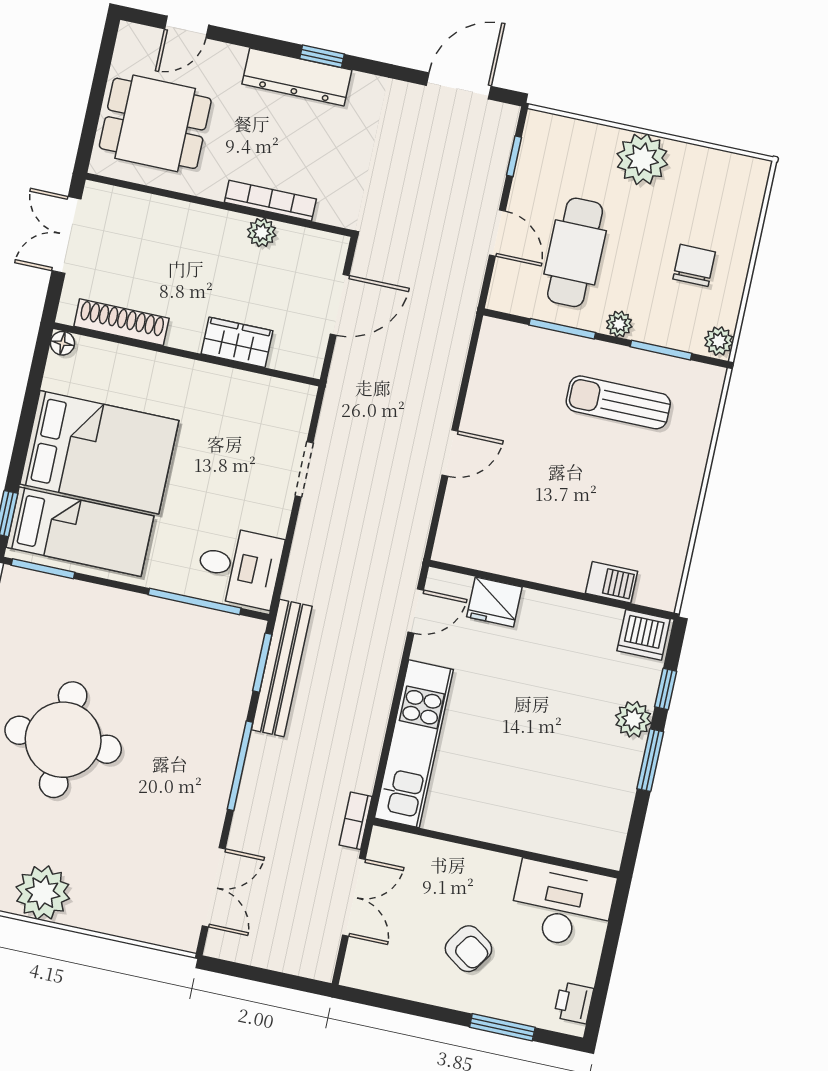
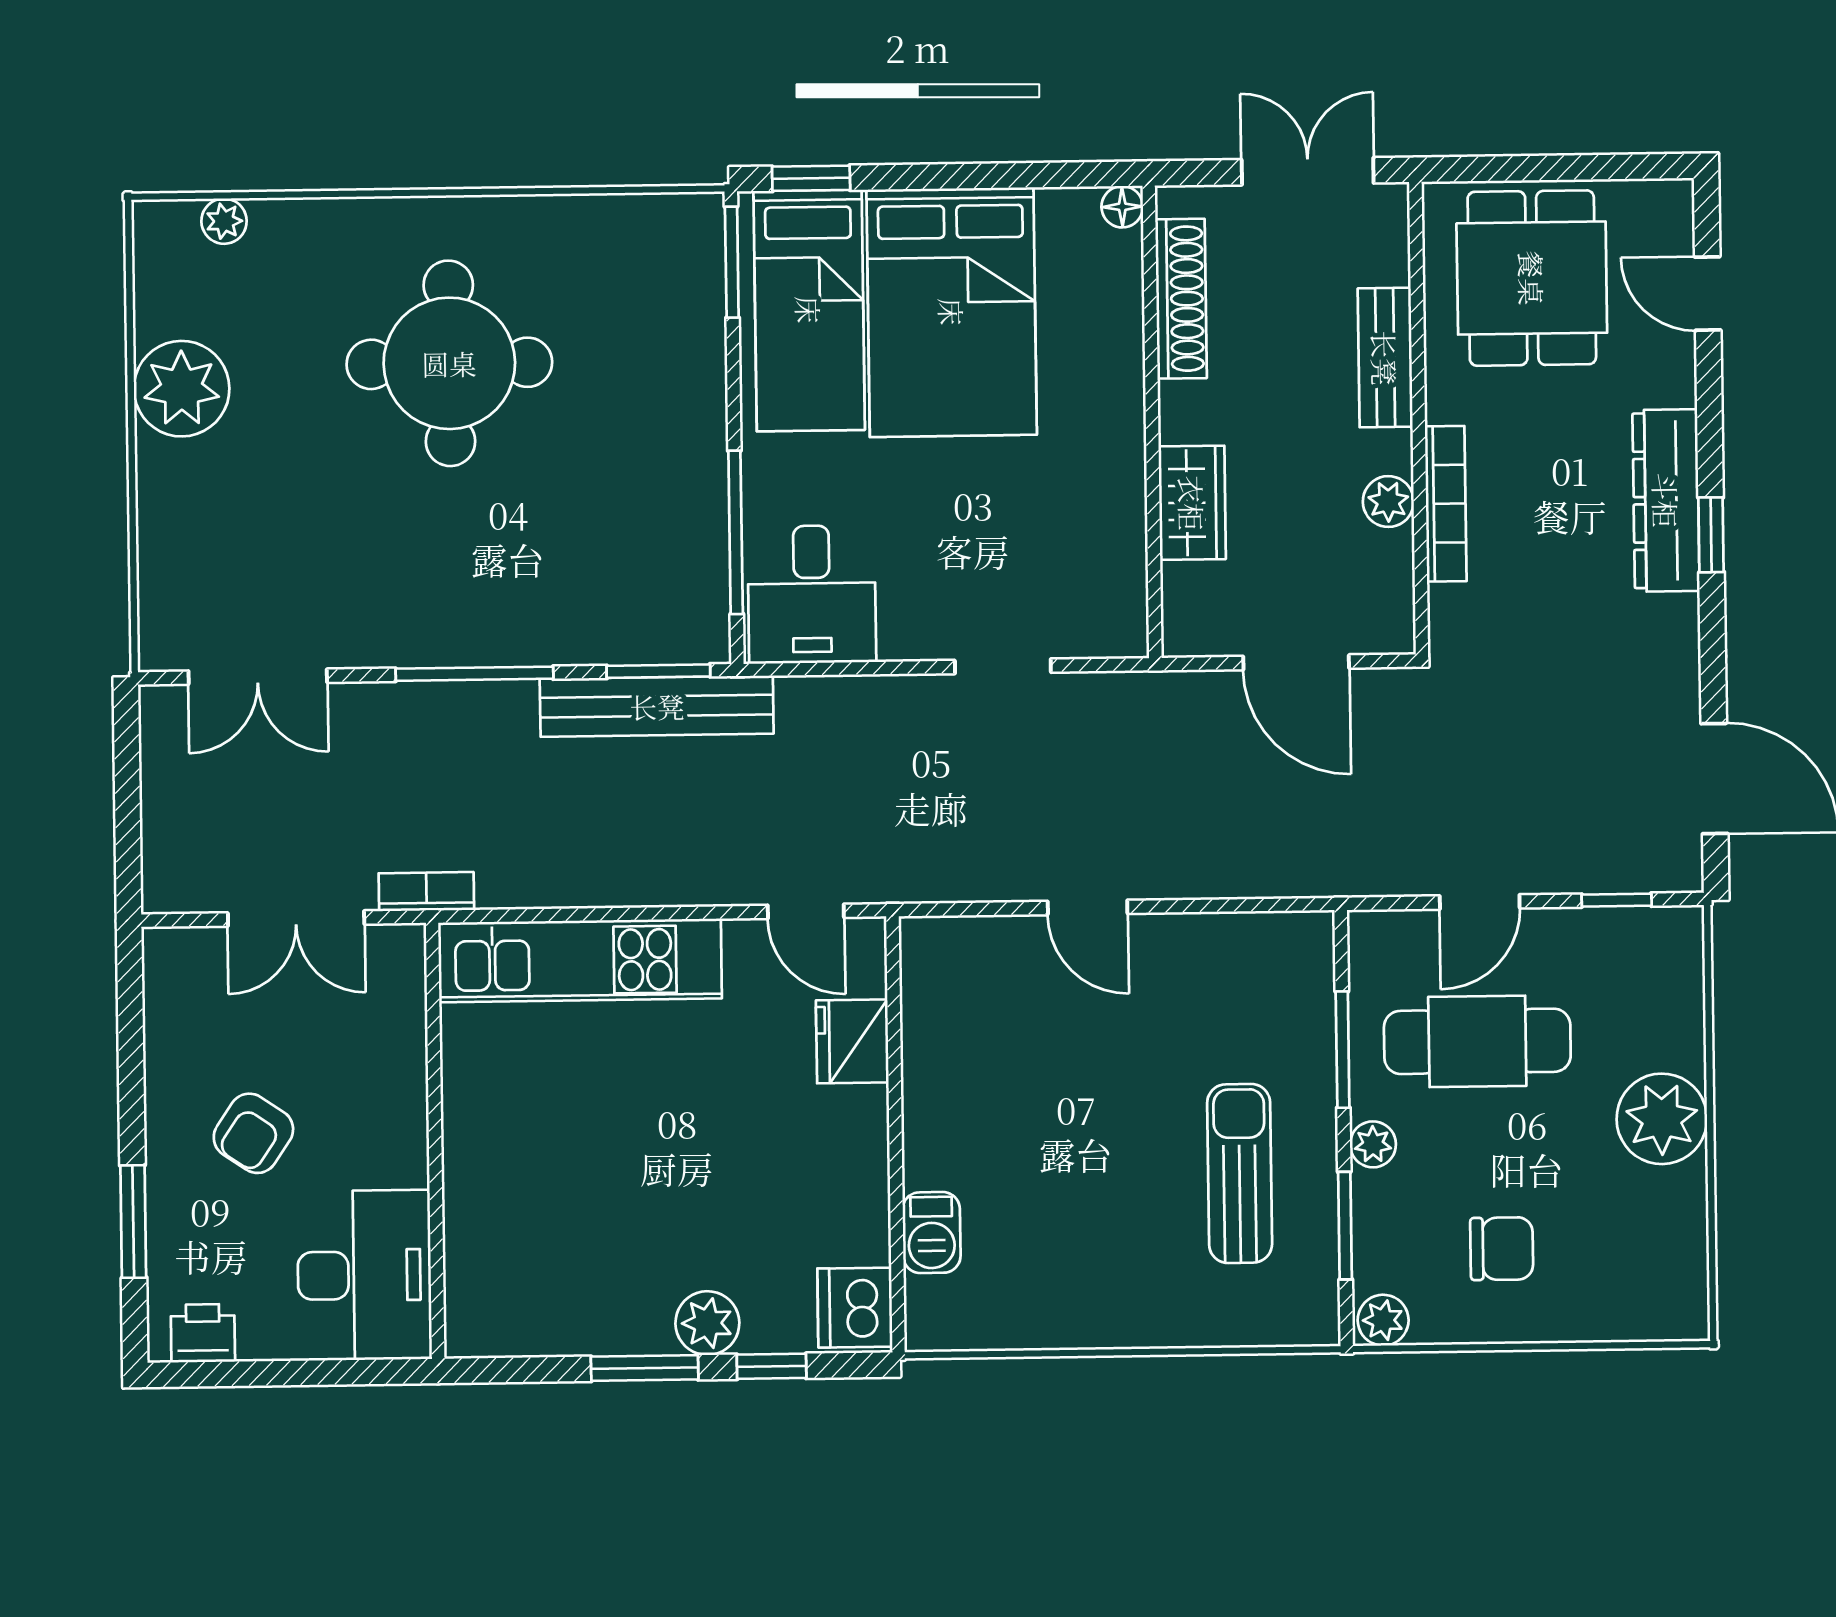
bench: (181, 216) -> (1385, 358), added

